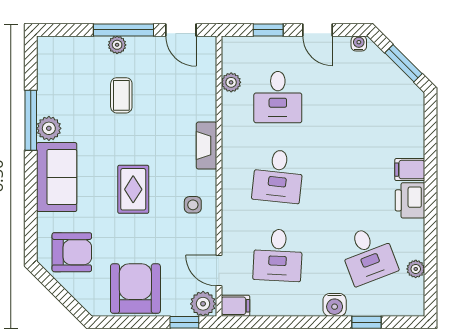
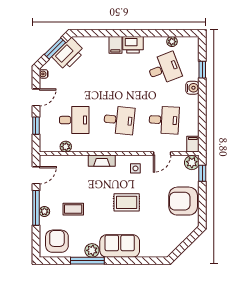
printer: (394, 87) -> (68, 54), added
armchair: (72, 252) -> (57, 241), moved
door: (219, 270) -> (162, 154), moved

